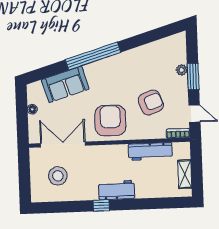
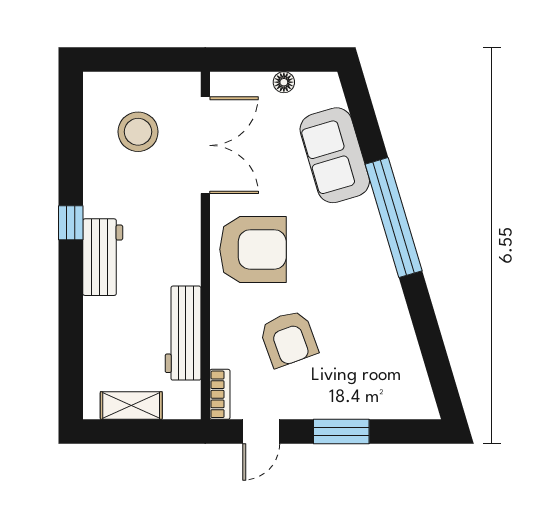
plant: (182, 70) -> (356, 407), removed

